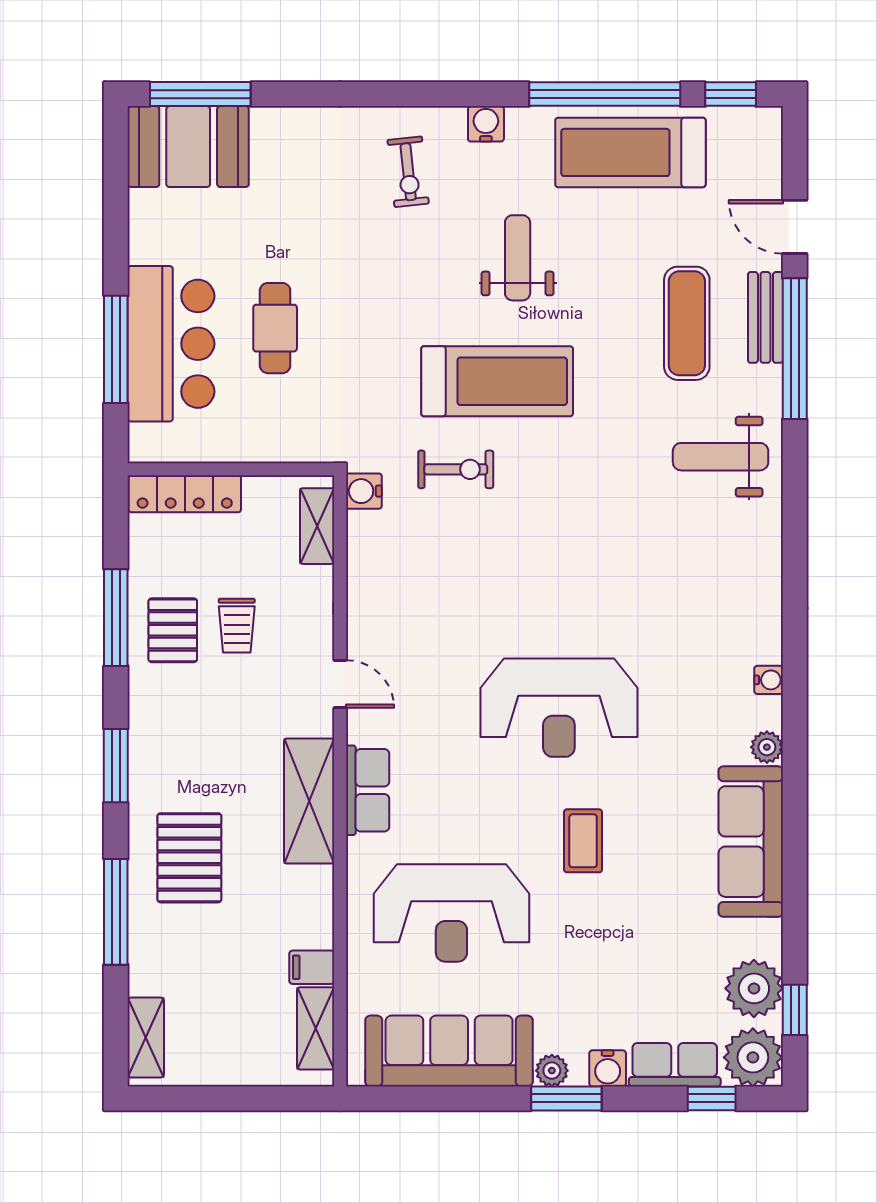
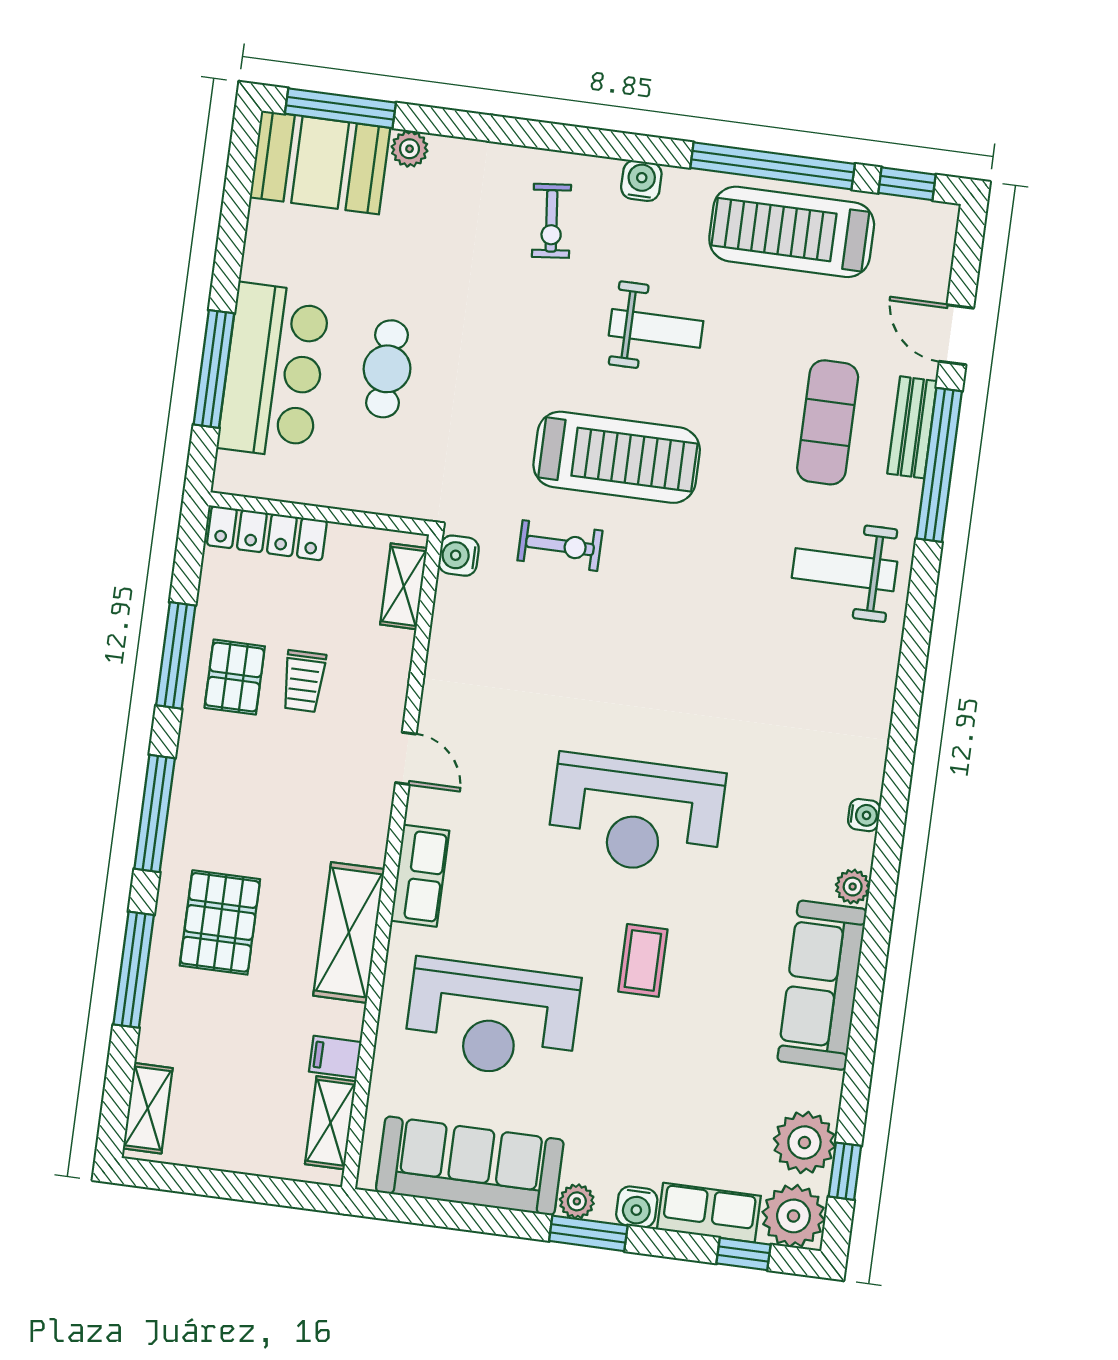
plant: (269, 123) -> (410, 149), added
weight bench: (518, 258) -> (656, 328), turned 90
window: (116, 766) -> (155, 814), width x1.44
shelving: (309, 801) -> (349, 932), moved

